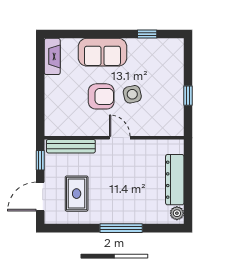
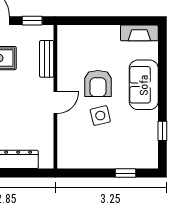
window: (188, 96) -> (125, 173), moved
bench: (71, 146) -> (47, 59), width x0.73

